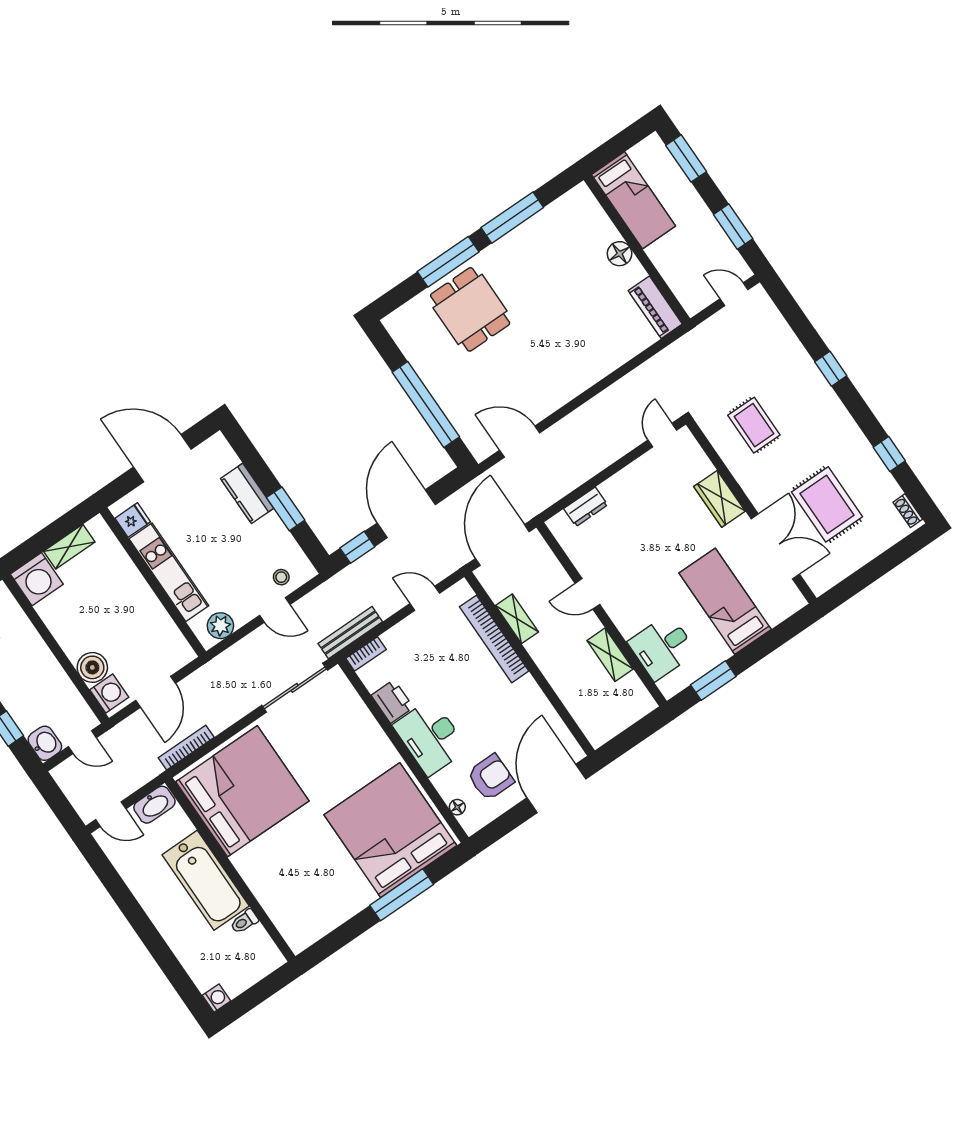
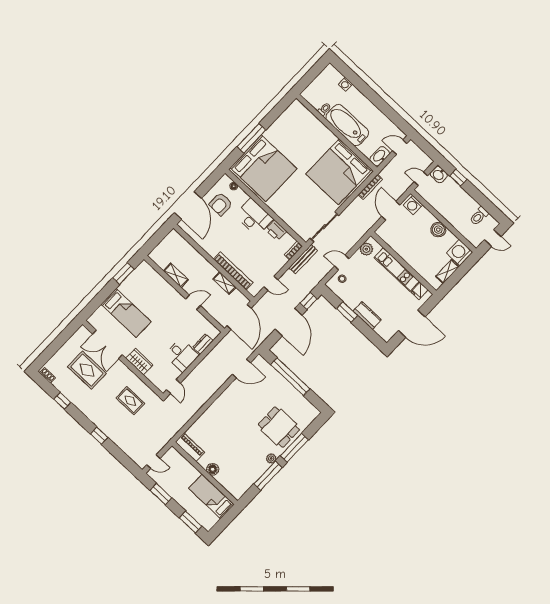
plant: (499, 250) -> (271, 458), added
desk: (662, 647) -> (182, 355), moved, turned 90
boiler: (92, 667) -> (438, 230), moved
washing machine: (217, 998) -> (345, 84), moved

